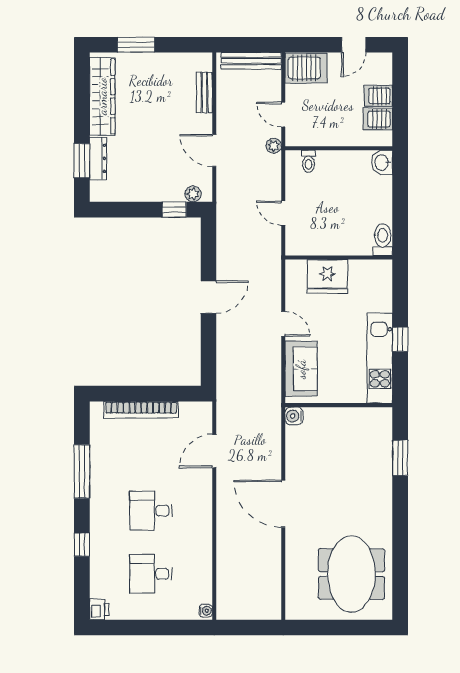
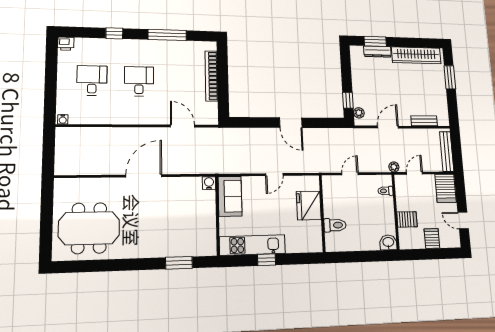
server rack: (378, 119) -> (407, 219), moved, turned 90
toilet: (383, 240) -> (335, 225), moved
sofa: (301, 369) -> (230, 196), moved, turned -90

